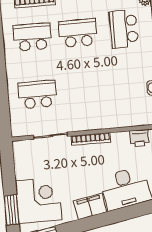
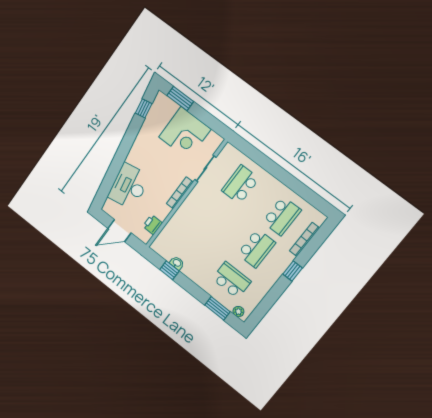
school desk: (37, 94) -> (240, 184), turned 180
corner desk: (39, 200) -> (185, 133), moved
filing cabinet: (90, 206) -> (137, 153), removed

